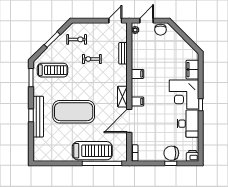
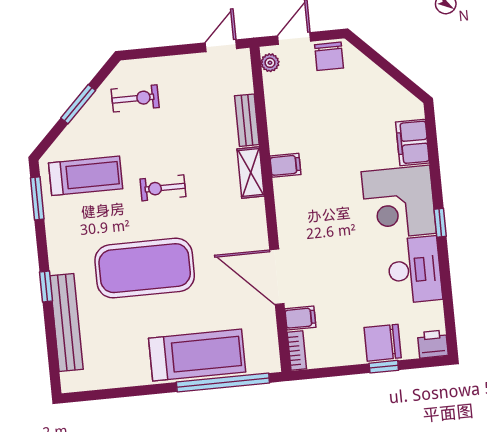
exercise bike: (92, 59) -> (163, 188), moved
shelving: (122, 97) -> (251, 173), moved
filing cabinet: (138, 101) -> (300, 318), moved
bench: (38, 117) -> (66, 322), moved
door: (129, 121) -> (277, 277), hinge flipped

